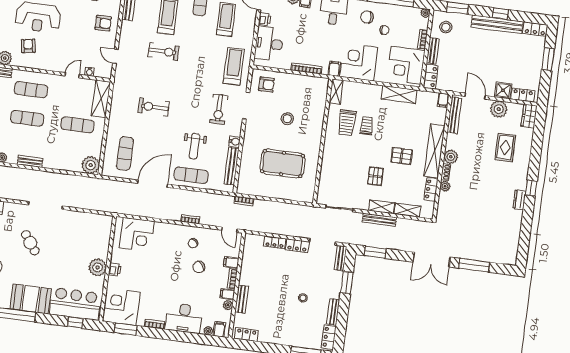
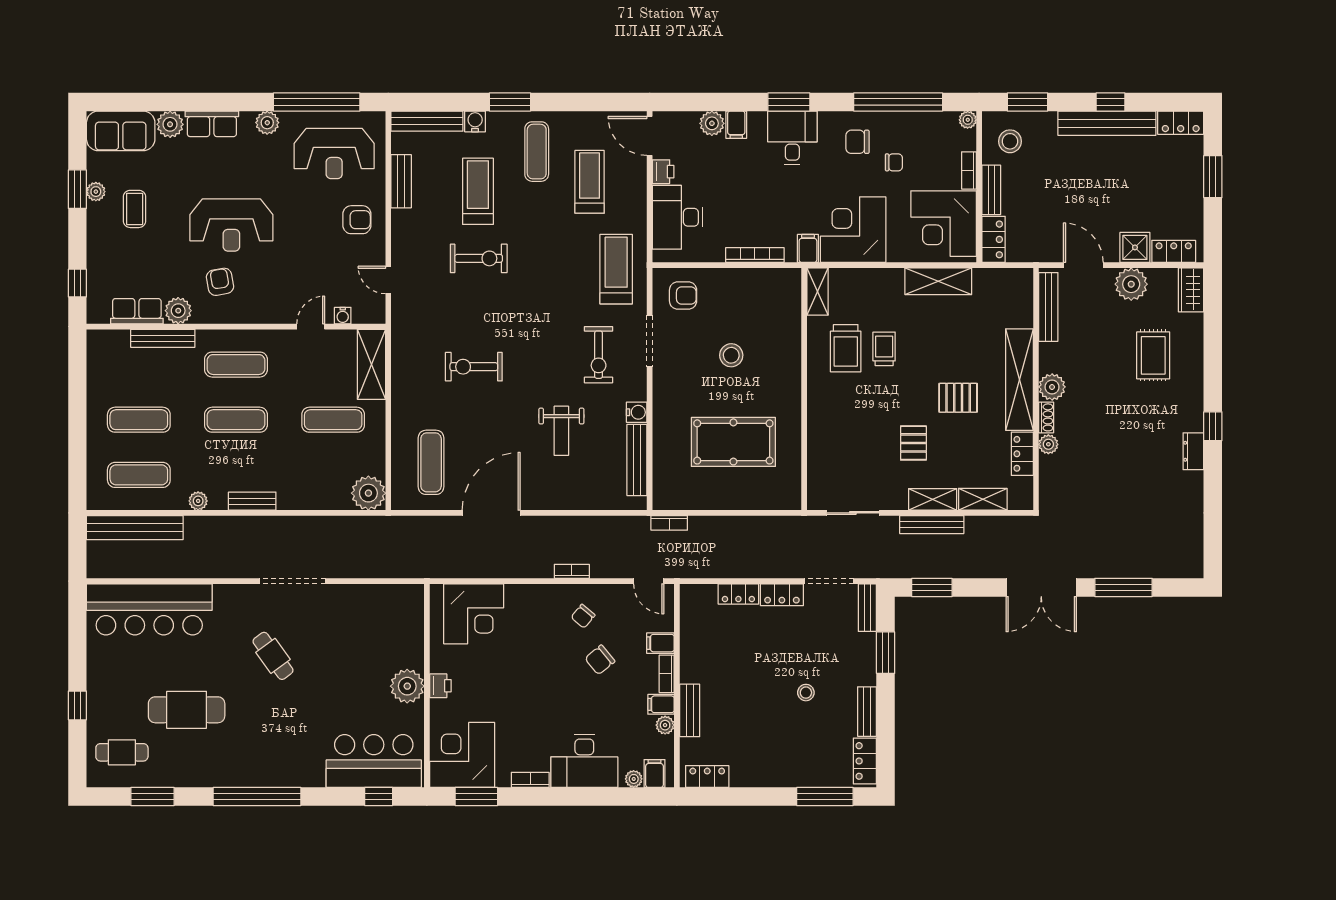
filing cabinet: (443, 100) -> (1023, 281), removed
exercise mat: (191, 175) -> (562, 487), removed
booth: (31, 299) -> (288, 763), removed

